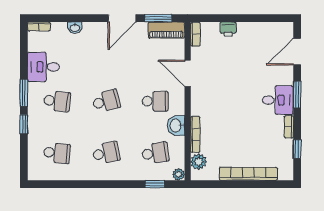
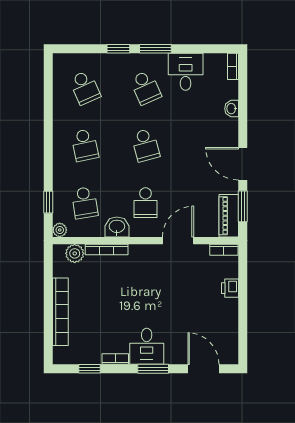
school desk: (57, 101) -> (145, 88), turned -30
school desk: (57, 153) -> (85, 88), turned -30

